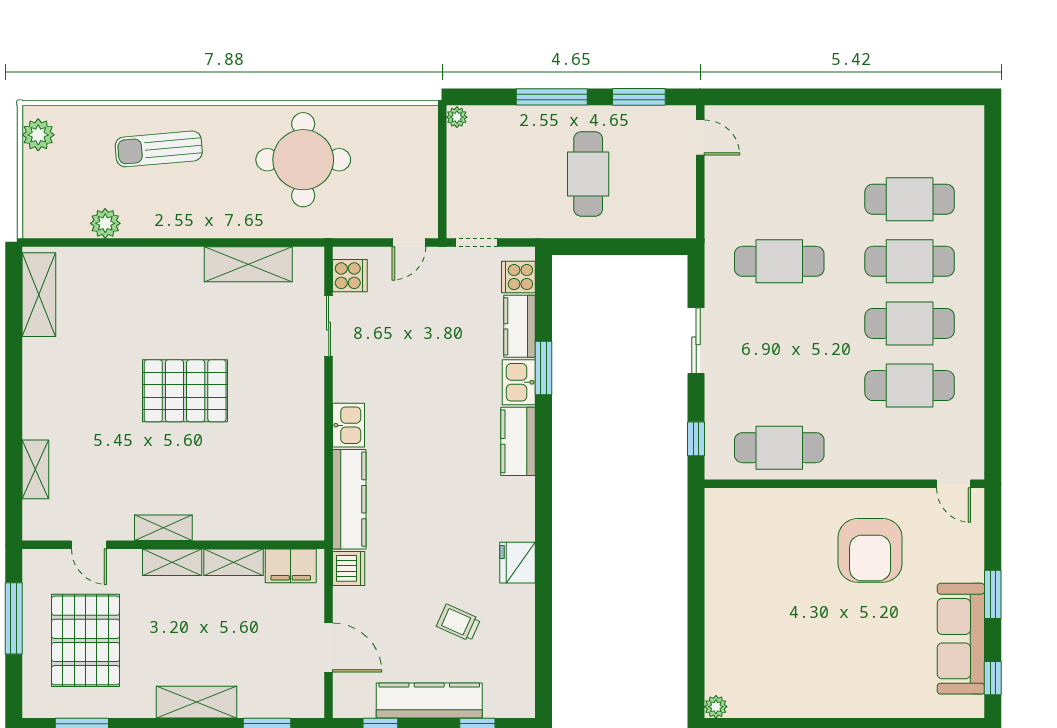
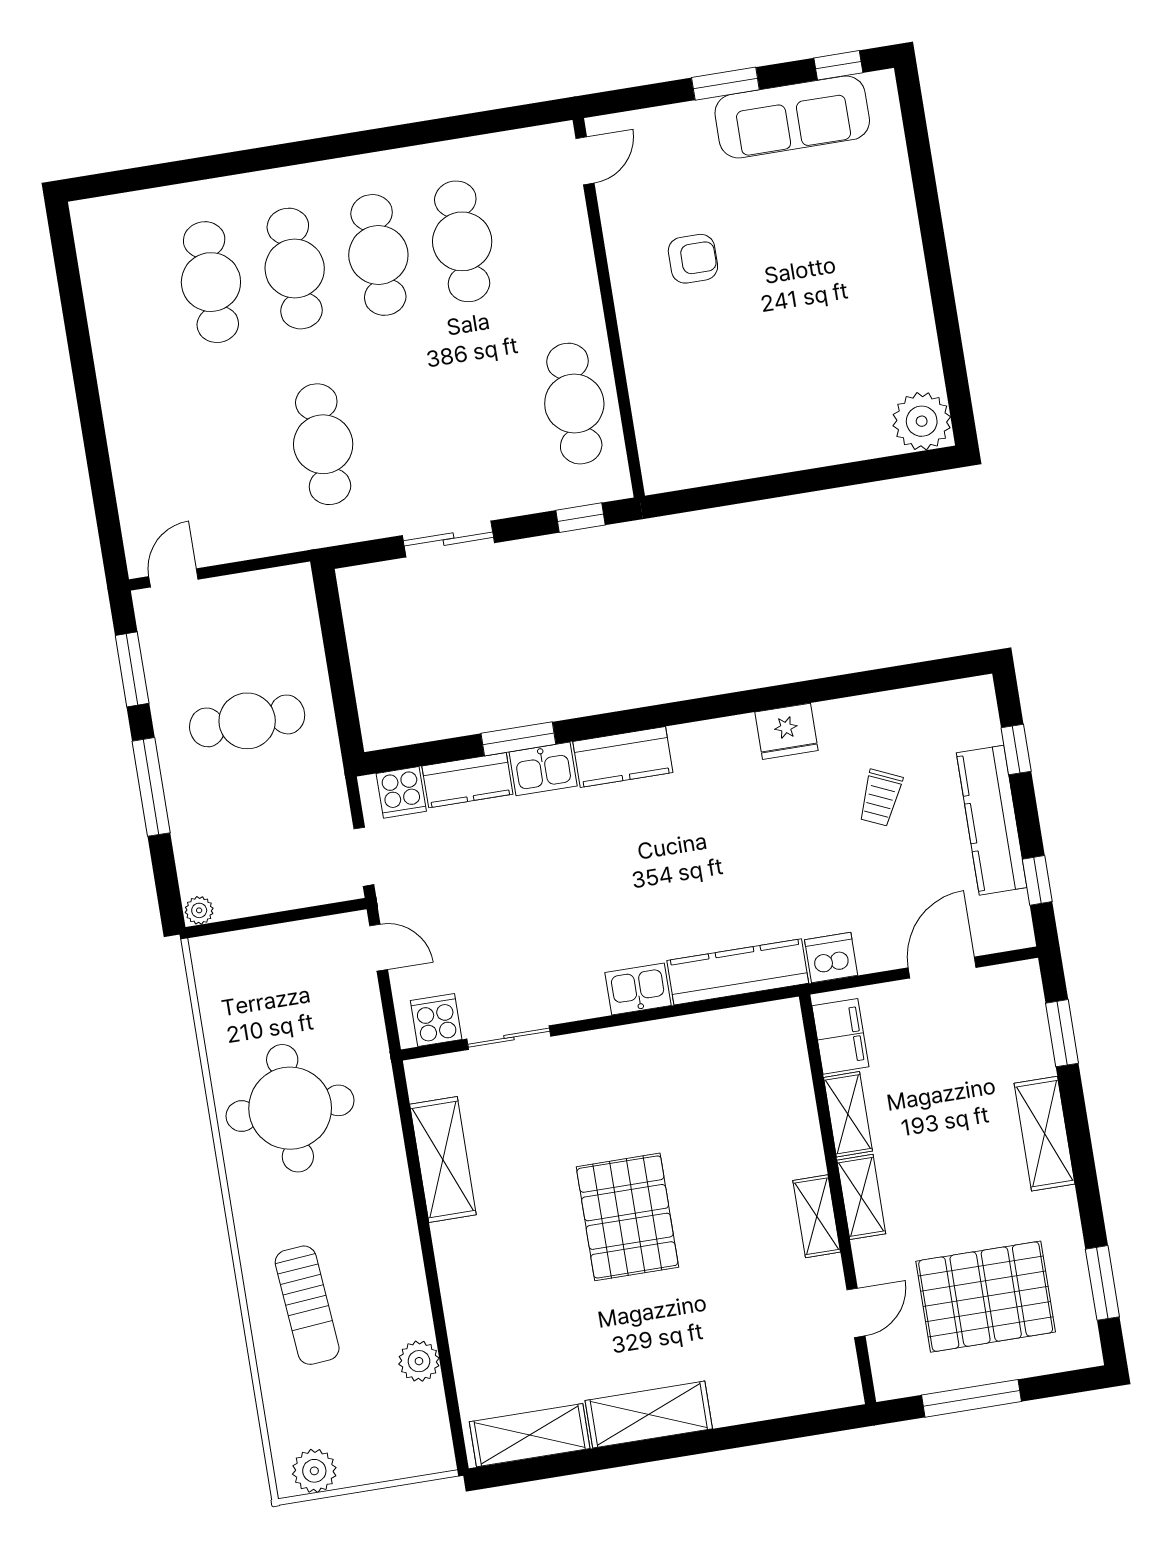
shelving: (35, 469) -> (649, 1415), moved, width x1.50, depth x1.33
armchair: (870, 550) -> (693, 259), width x0.53, depth x0.53
plant: (716, 707) -> (922, 421), width x1.88, depth x1.88

